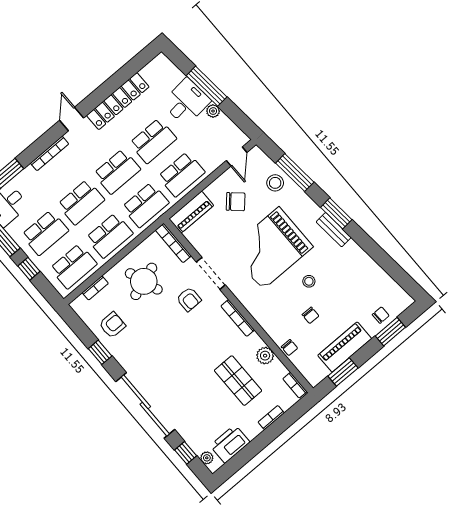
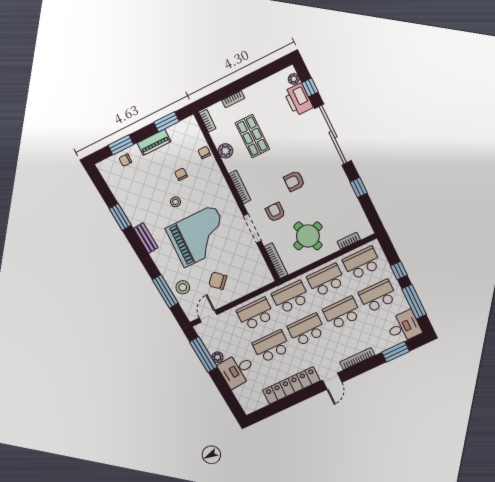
window: (207, 86) -> (203, 355), moved
piano: (191, 212) -> (255, 282), removed
window: (336, 213) -> (120, 217), moved
armchair: (112, 325) -> (294, 181), moved
piano: (345, 347) -> (154, 142), width x0.73, depth x0.75
printer: (230, 444) -> (298, 99), moved, turned 90

